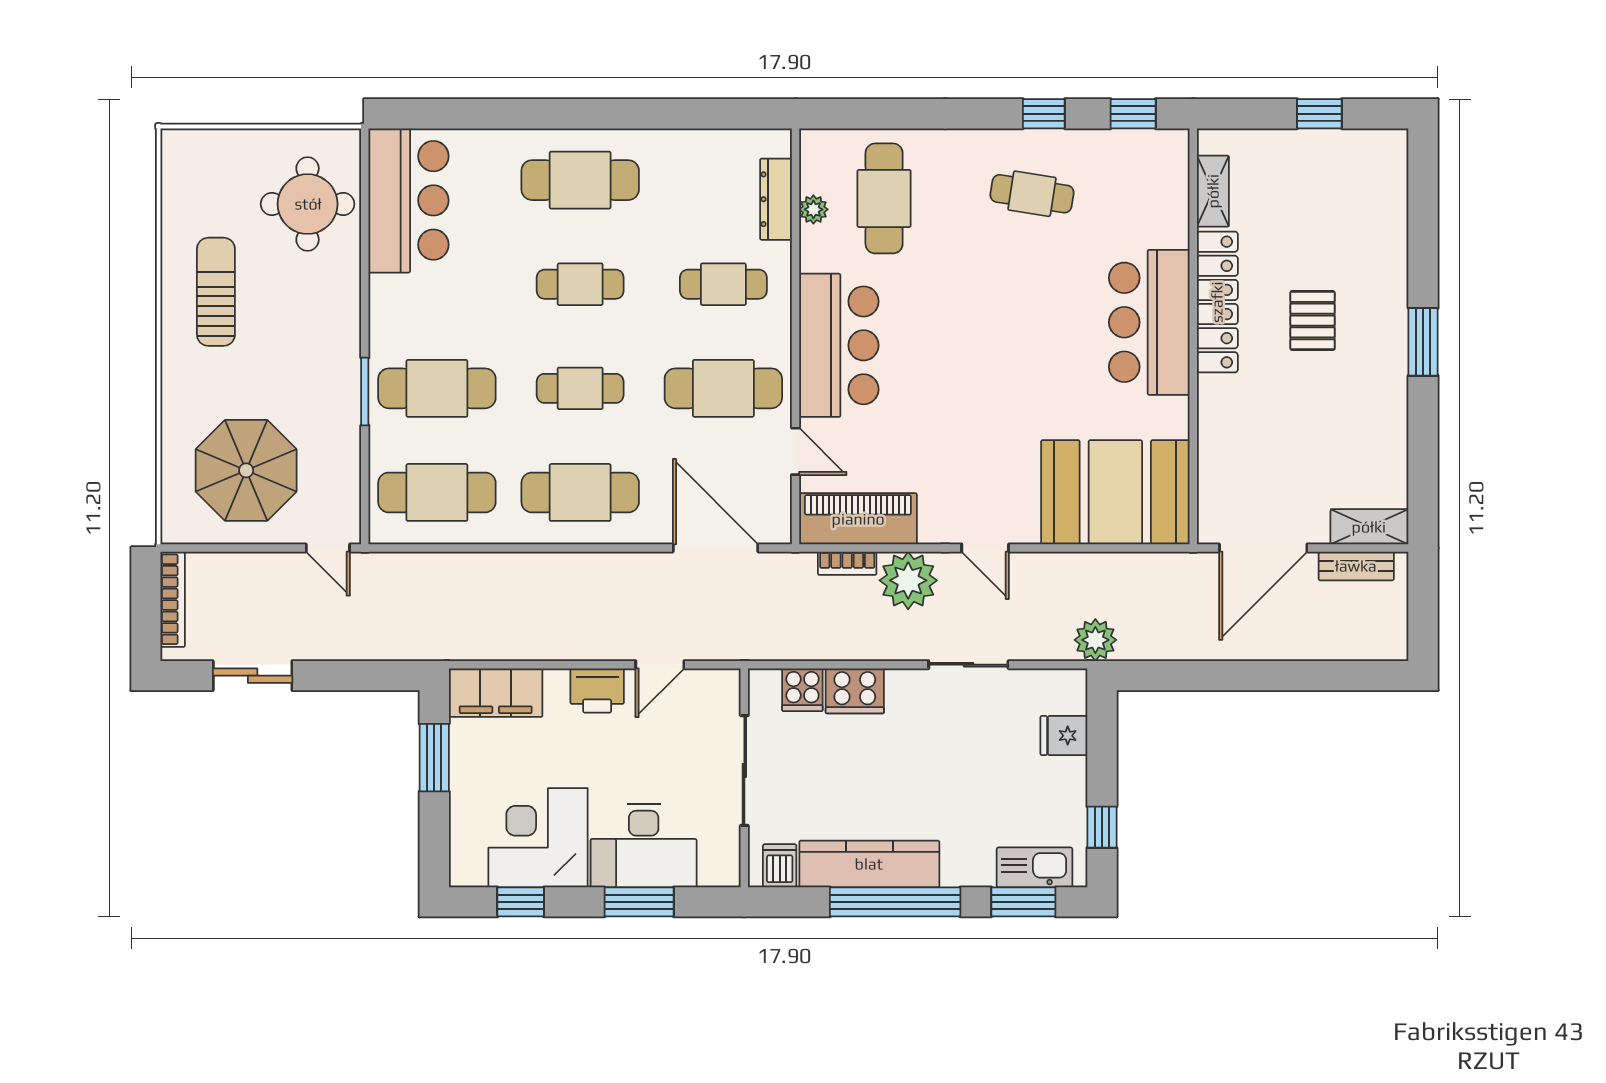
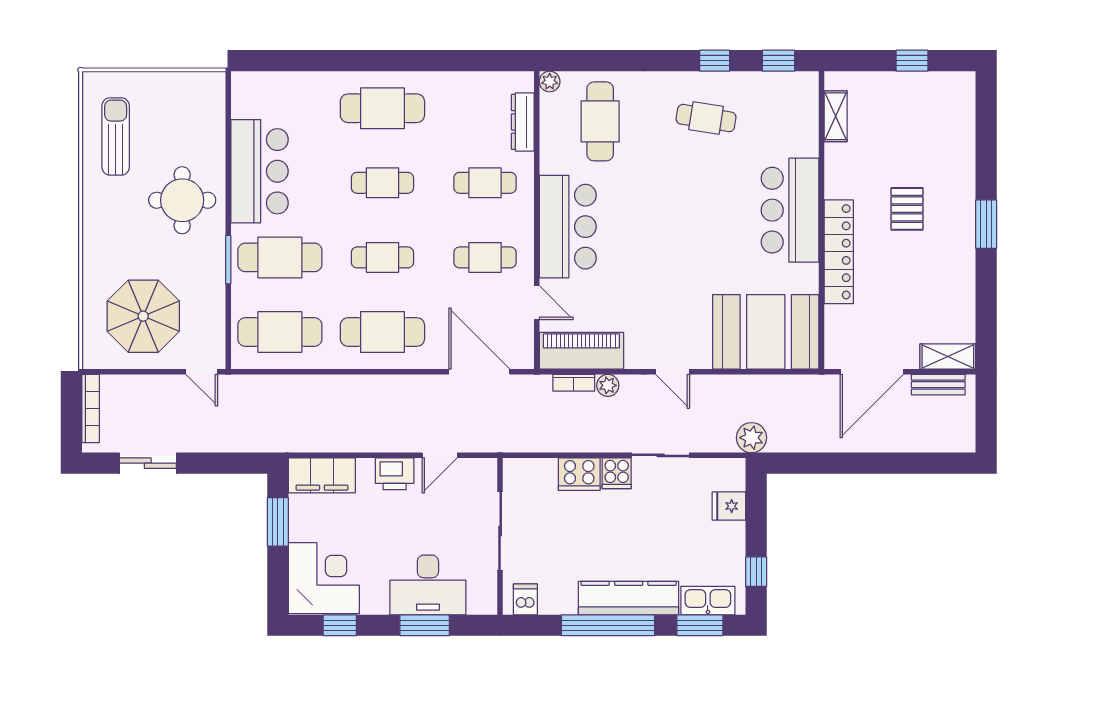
bar counter: (409, 200) -> (260, 171), moved
round table: (308, 204) -> (182, 200), moved
plant: (813, 209) -> (550, 81), moved
sun lounger: (216, 292) -> (116, 137), moved
locker: (1217, 302) -> (839, 252), moved
cafe table: (723, 388) -> (485, 257), width x0.73, depth x0.74
plant: (908, 580) -> (608, 385), width x0.53, depth x0.53
cooker: (802, 690) -> (617, 473), moved
corner desk: (538, 838) -> (324, 578), moved, turned 90
kitchen counter: (869, 864) -> (629, 598), moved

